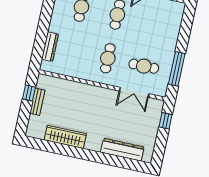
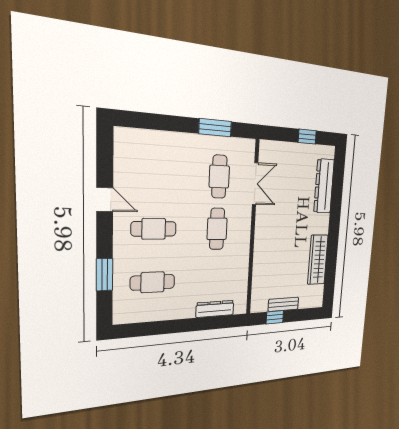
cafe table: (108, 58) -> (217, 229), turned 90
window: (177, 69) -> (215, 128), width x0.69
window: (165, 121) -> (307, 137), moved

